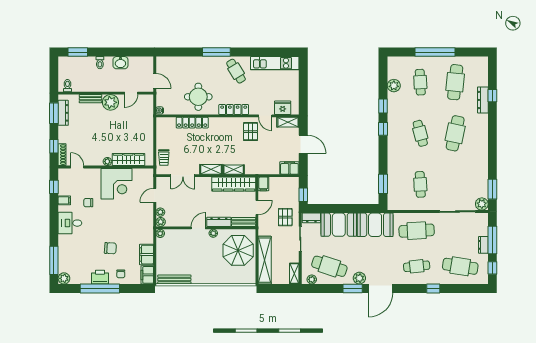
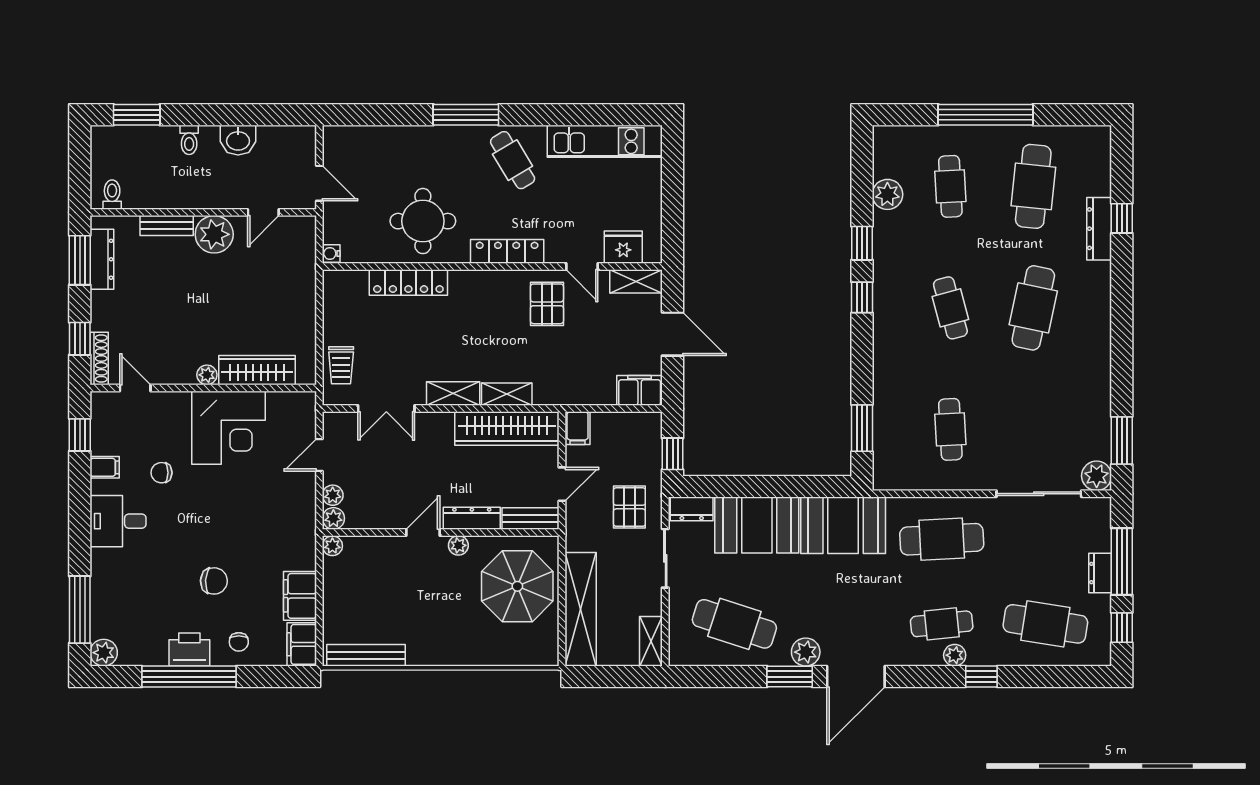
plant: (312, 279) -> (955, 655), moved

